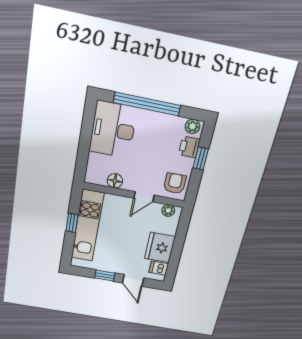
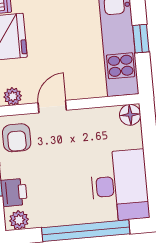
floor lamp: (115, 181) -> (130, 115), moved

